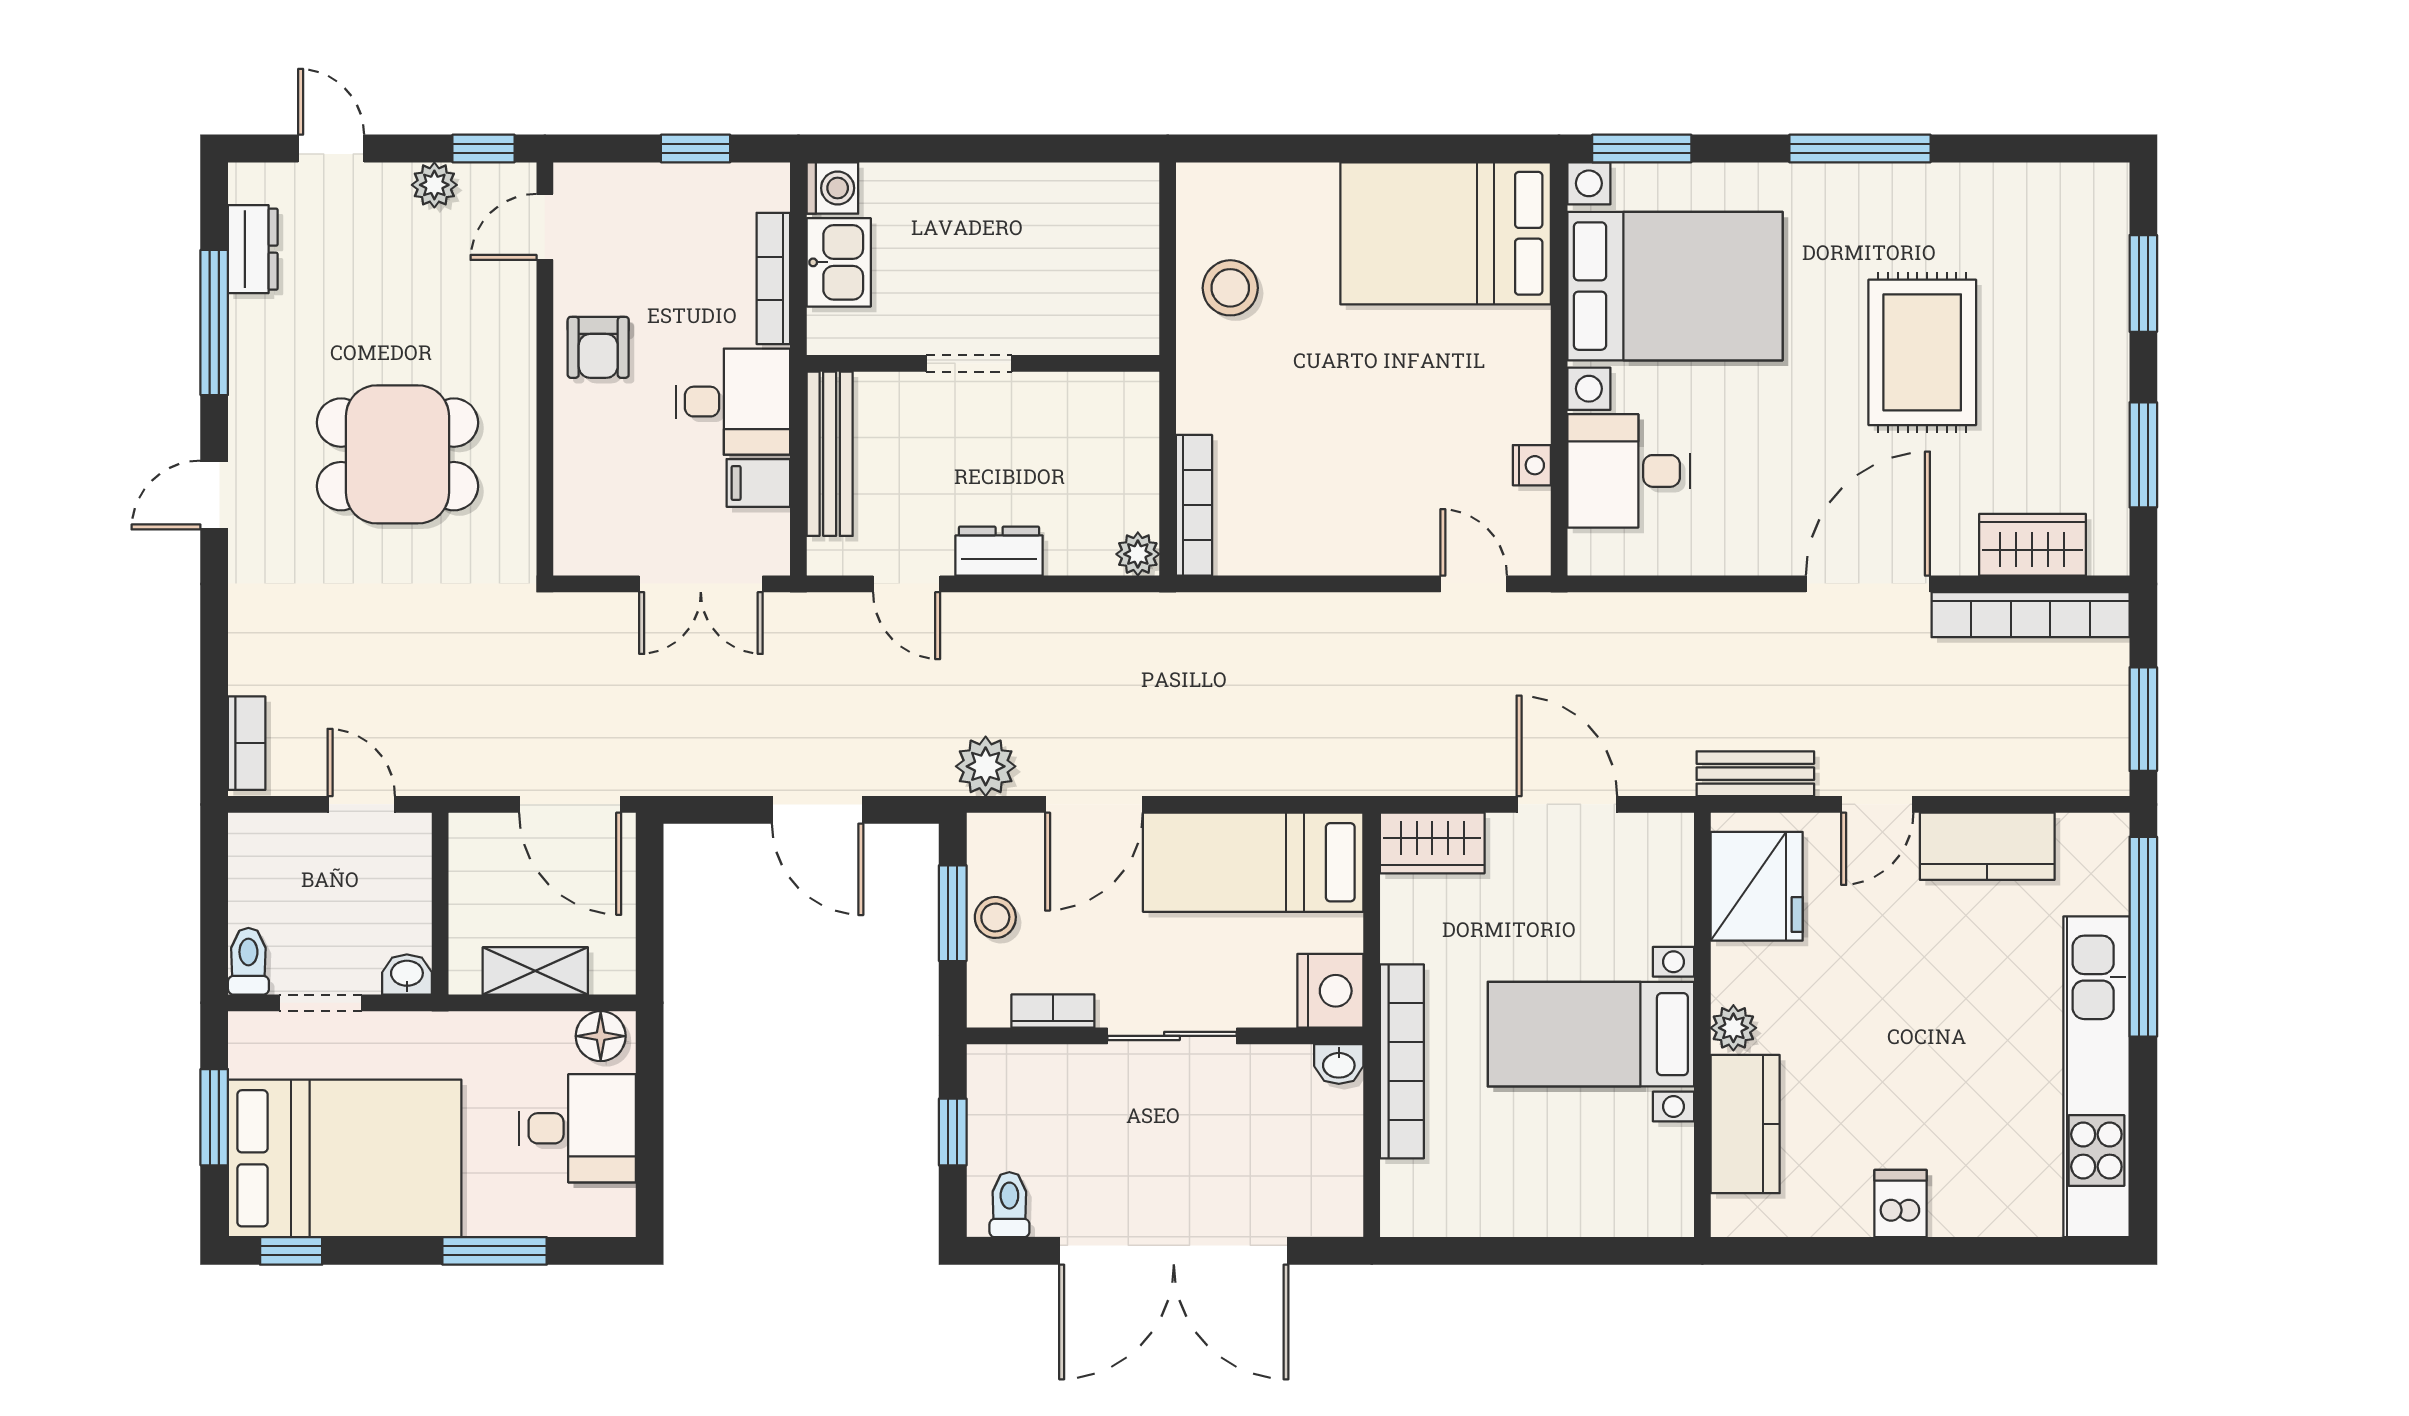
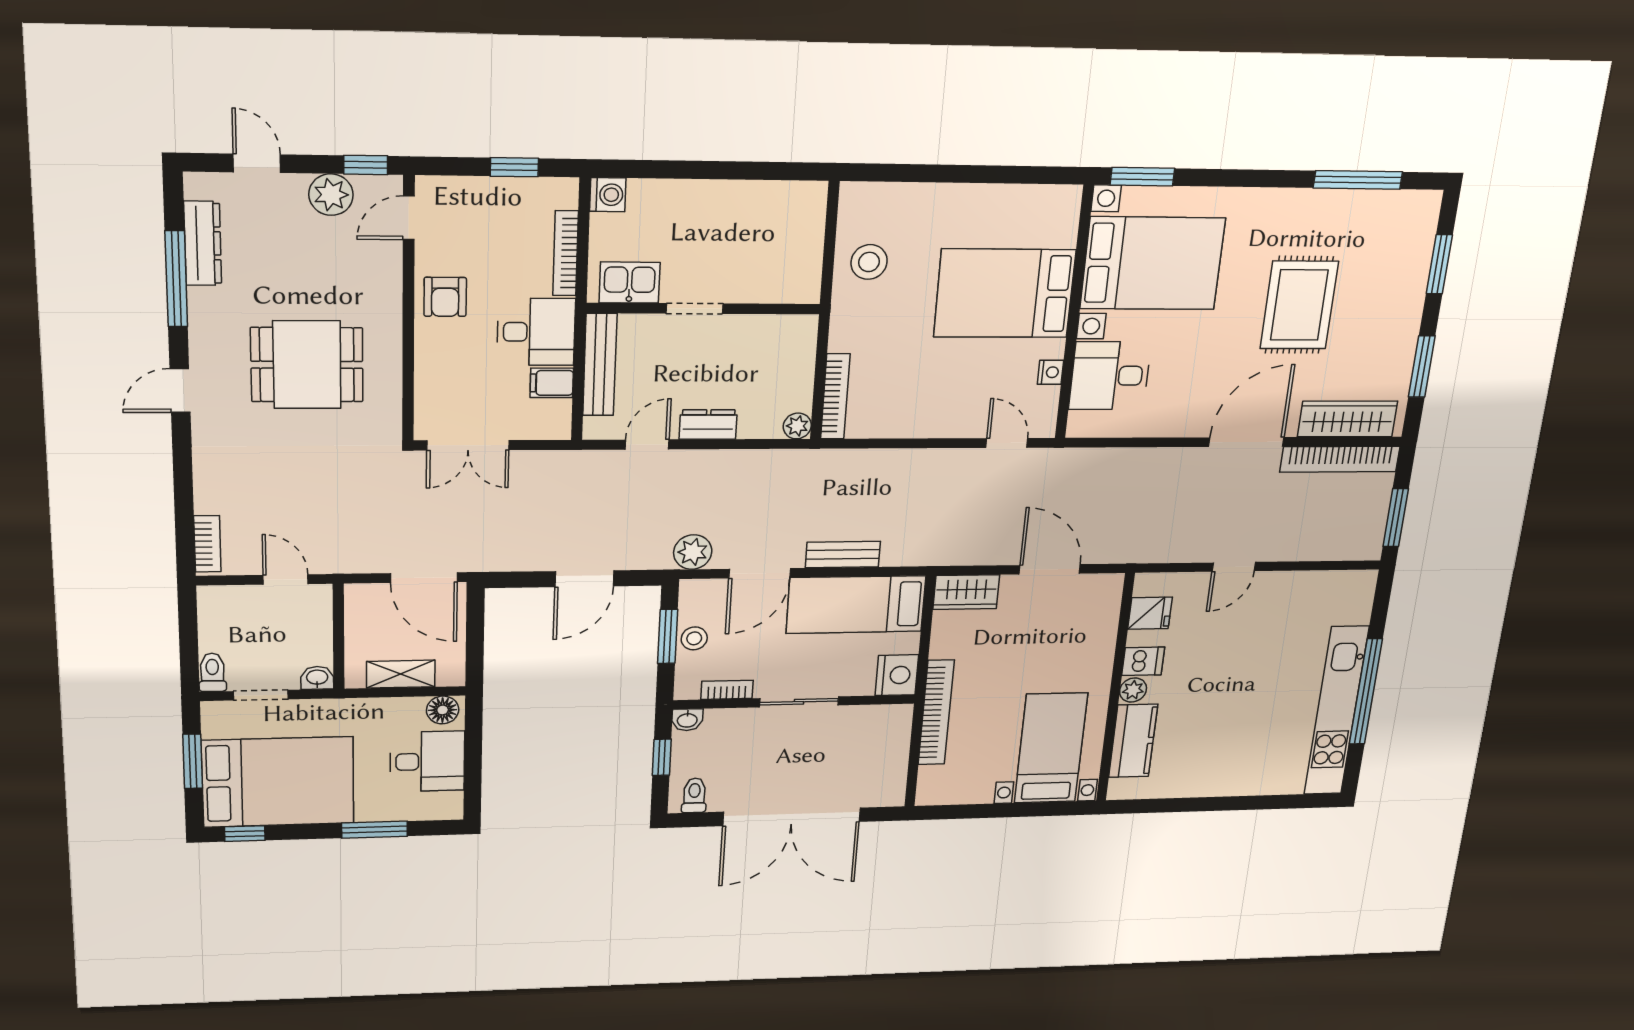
window: (1860, 148) -> (1358, 180), moved
plant: (434, 185) -> (331, 195), width x1.38, depth x1.38
bed: (1446, 233) -> (1005, 293), moved
dresser: (253, 249) -> (203, 243), width x1.44
kitchen sink: (839, 262) -> (630, 283), moved, turned -90
wardrobe: (2032, 545) -> (1348, 419), width x1.50
double door: (701, 584) -> (468, 445), moved
door: (907, 584) -> (647, 444), swing flipped
bench: (1755, 774) -> (843, 555), moved
door: (818, 810) -> (584, 579), hinge flipped
kitchen counter: (1987, 846) -> (1294, 589), removed
fridge: (1757, 886) -> (1150, 613), width x0.53, depth x0.75
window: (2143, 937) -> (1366, 692), moved
bed with nightstands: (1591, 1034) -> (1051, 748), moved, turned 90
washbasin: (1339, 1064) -> (687, 720), moved
dishwasher: (1900, 1203) -> (1143, 661), moved, turned 90

